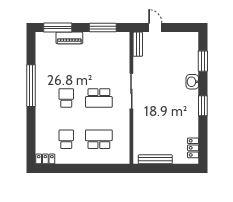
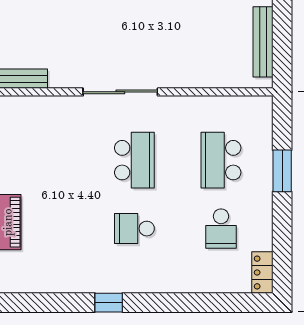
window: (31, 86) -> (109, 303), width x0.32
school desk: (66, 139) -> (221, 229), turned -90
window: (94, 168) -> (282, 171), added

